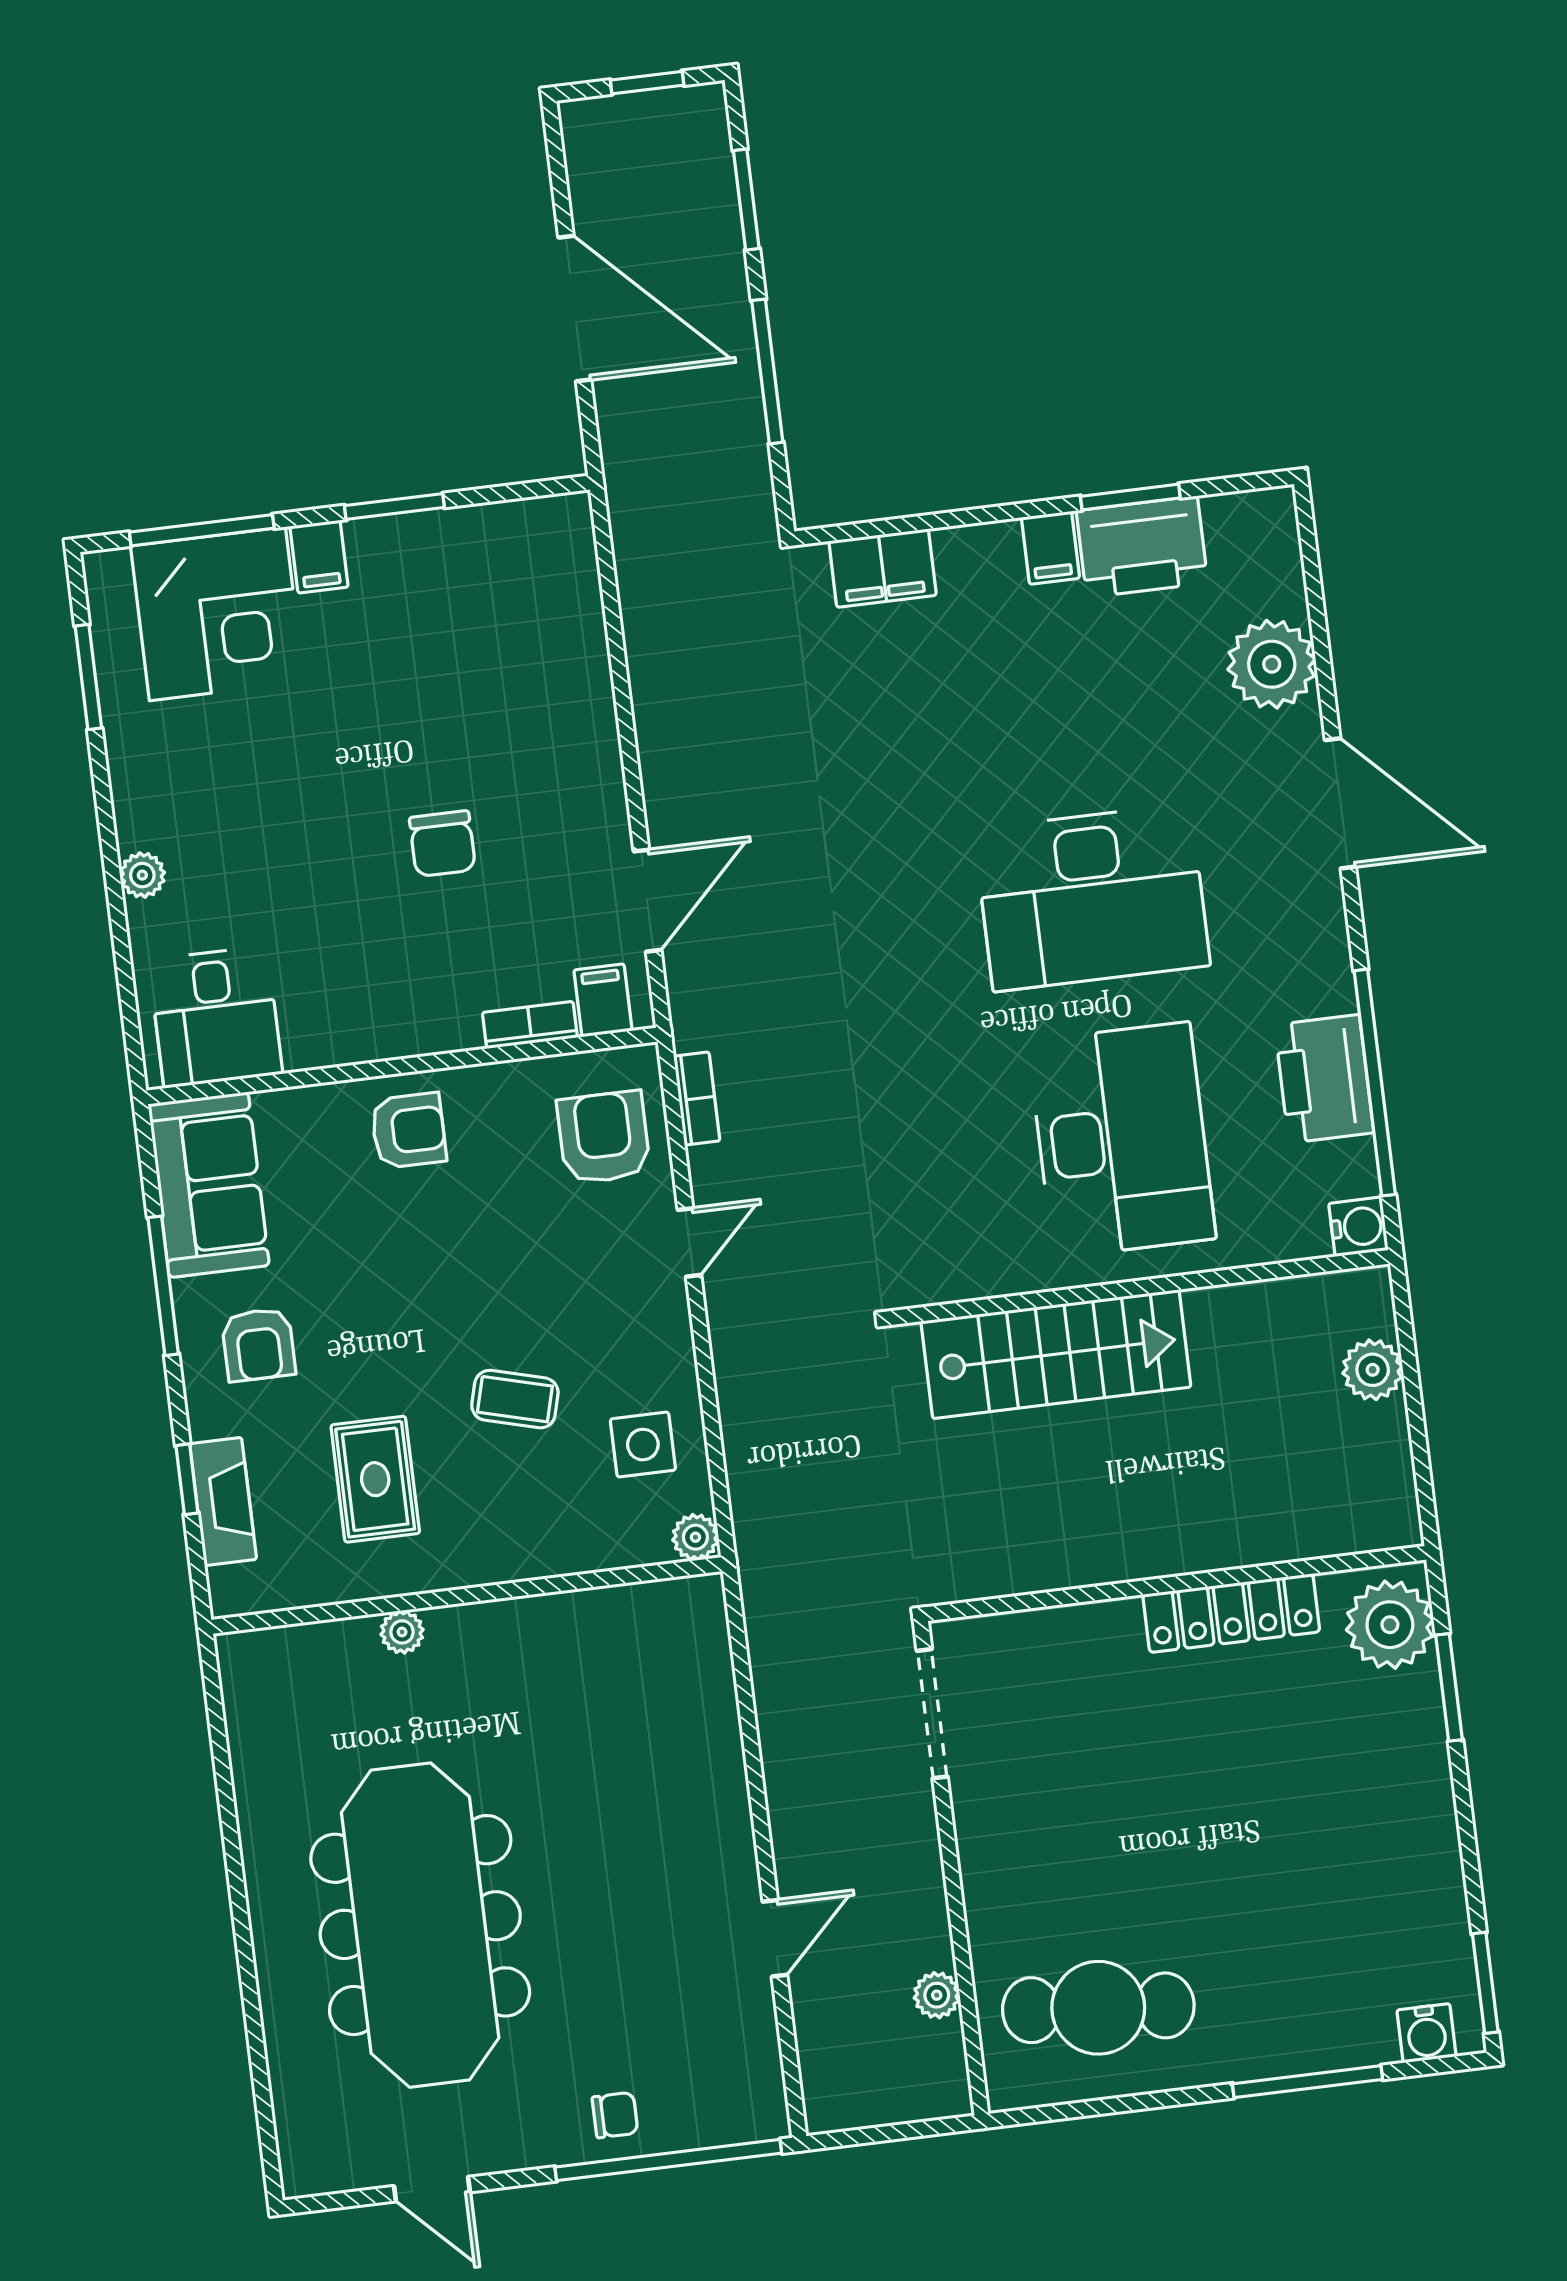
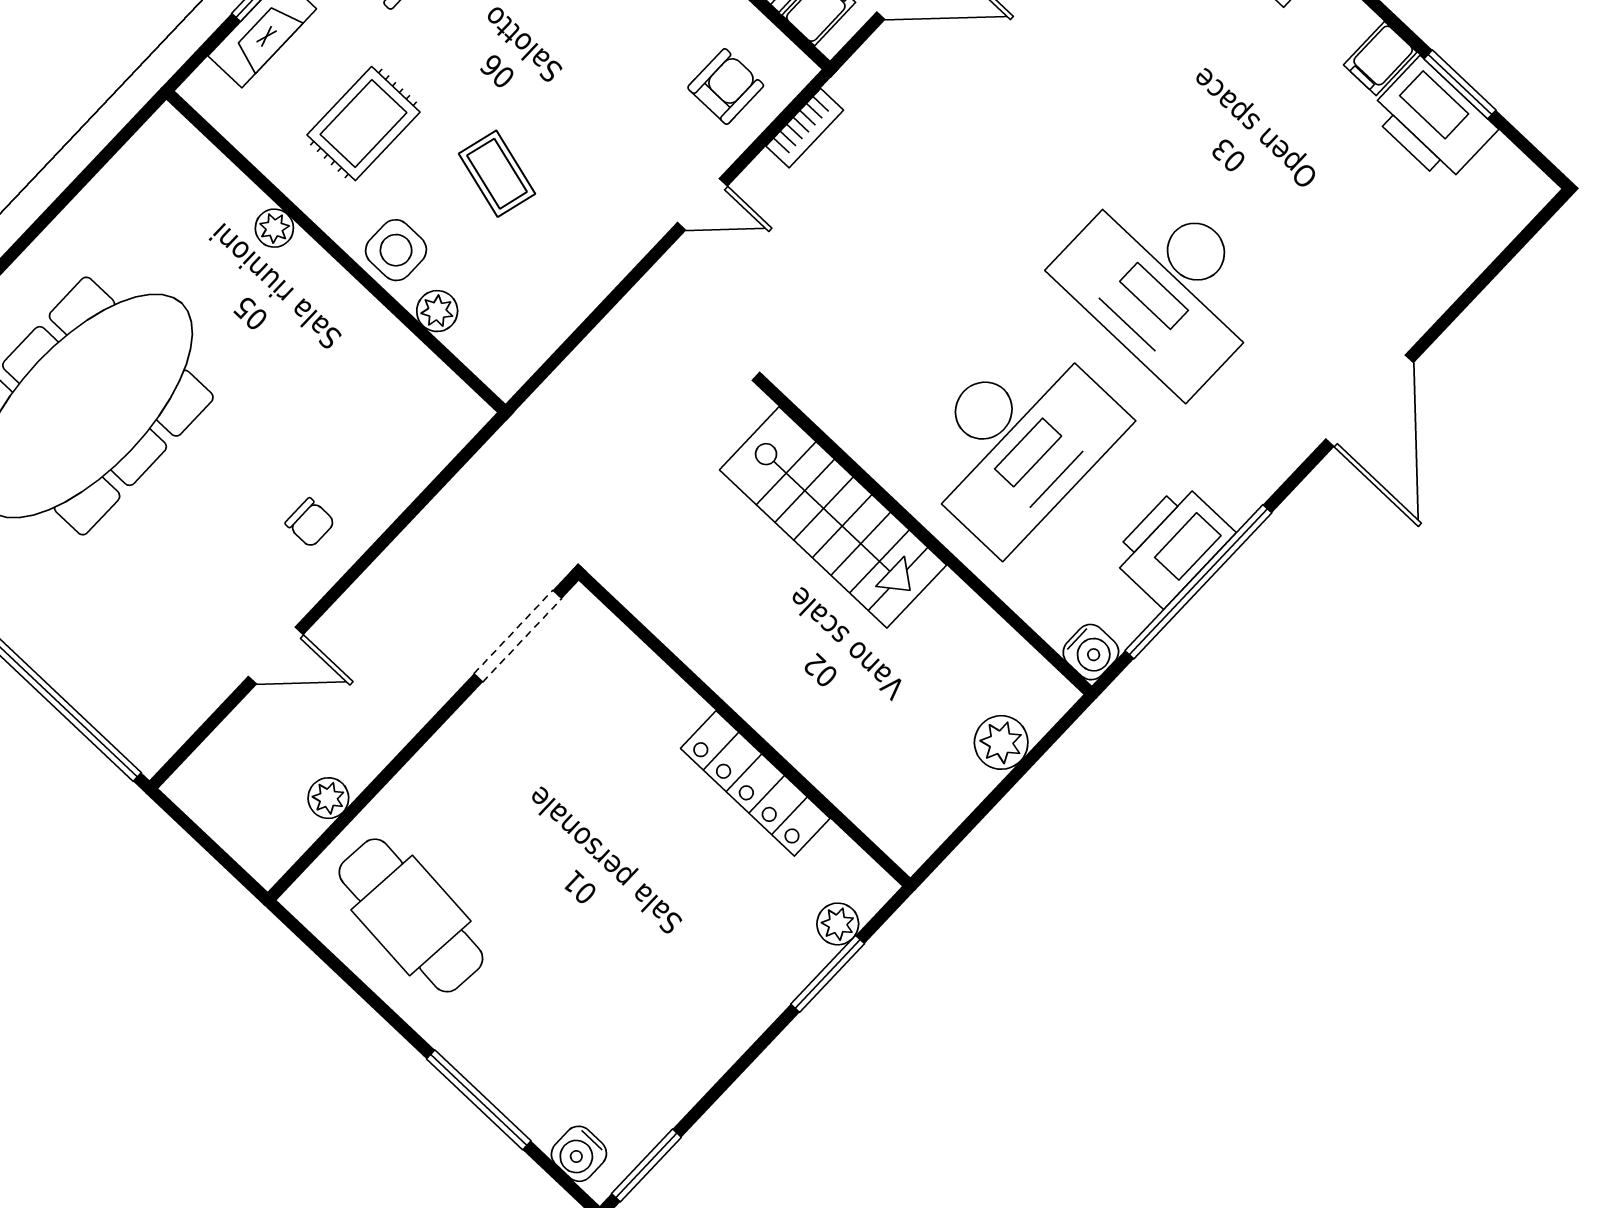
plant: (1272, 664) -> (1426, 275), removed
armchair: (604, 1137) -> (726, 87), width x0.72, depth x0.72
side table: (643, 1445) -> (396, 250), moved
plant: (695, 1537) -> (437, 311), moved
plant: (1390, 1625) -> (838, 924), width x0.53, depth x0.53
chair: (615, 2115) -> (310, 523), moved

